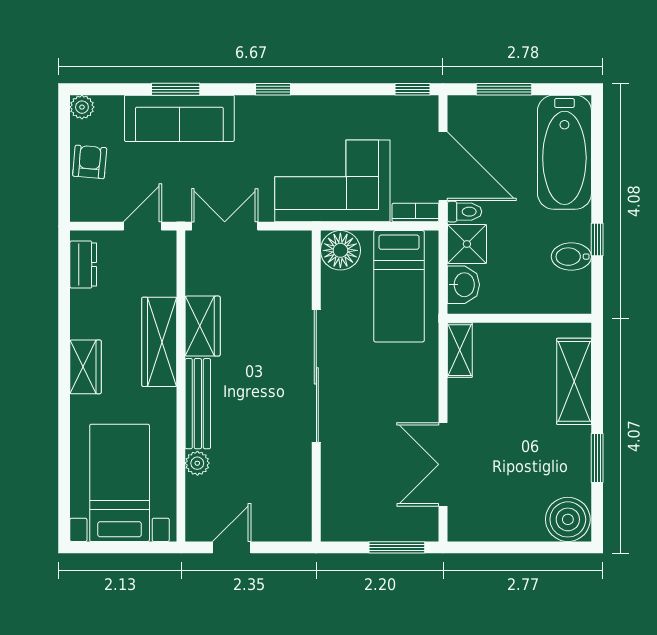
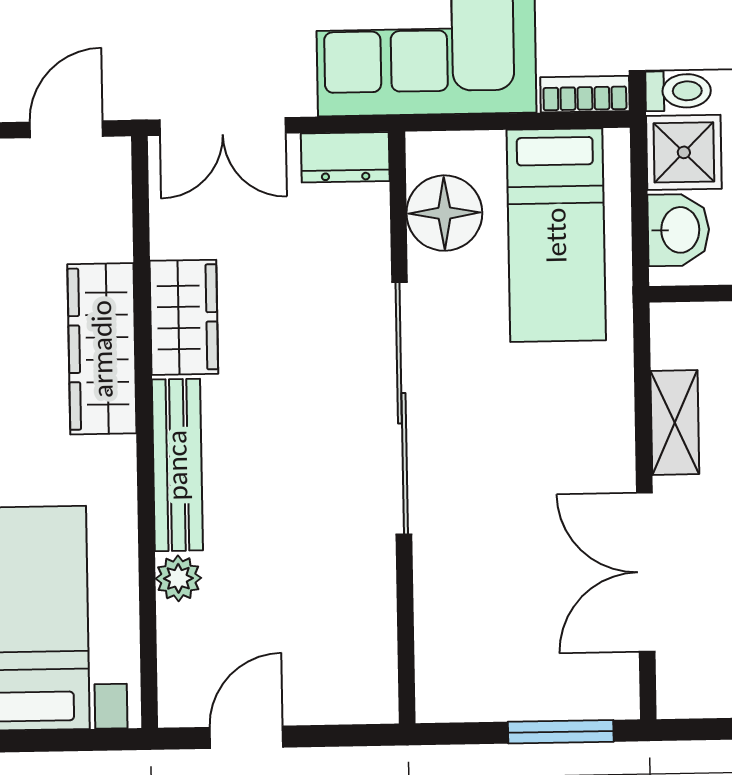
double door: (225, 226) -> (223, 126), swing flipped
dresser: (289, 243) -> (345, 157), added
floor lamp: (340, 250) -> (444, 213), moved
shelving: (460, 350) -> (675, 422), moved

